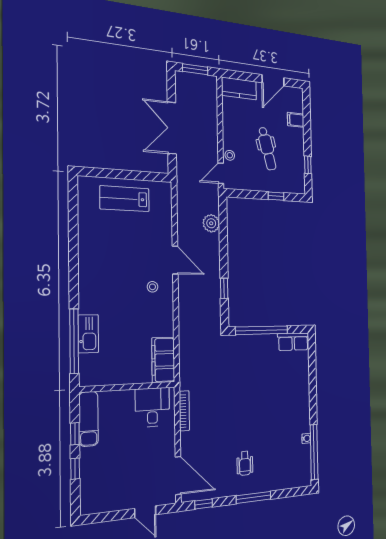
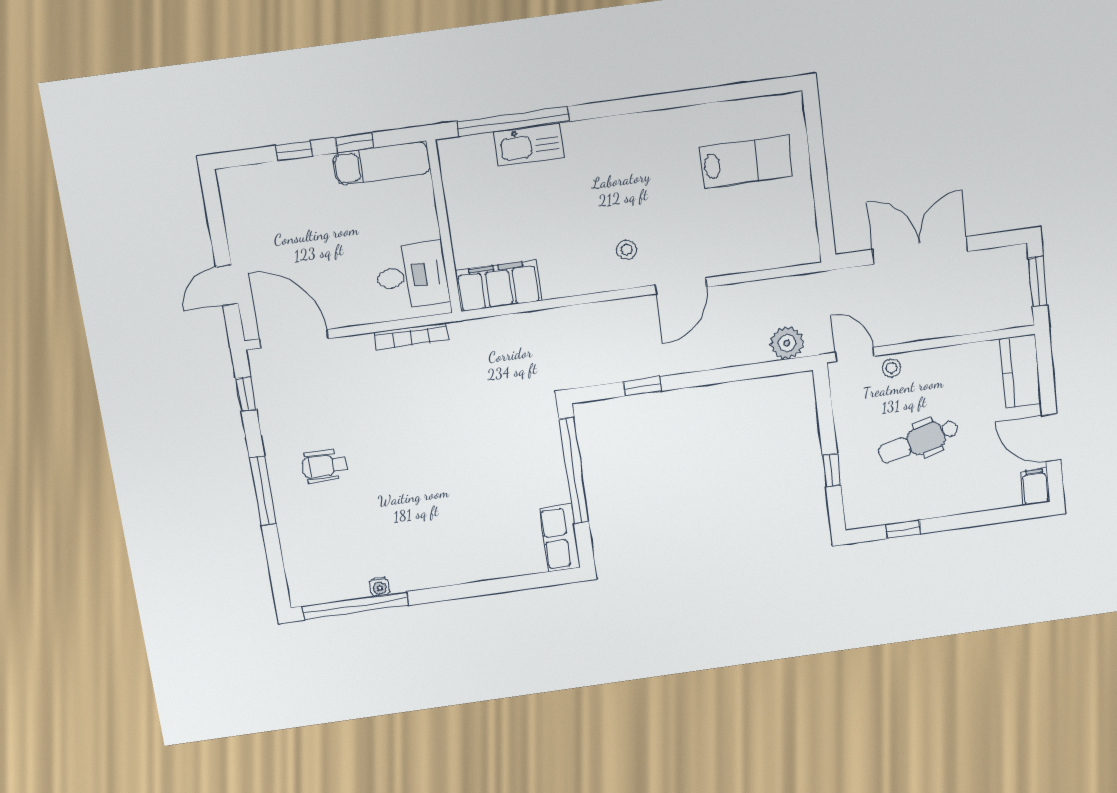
filing cabinet: (296, 120) -> (1035, 487), moved
lab bench: (125, 199) -> (746, 162), moved, turned 90
plant: (211, 223) -> (787, 343), moved
door: (178, 476) -> (294, 339), swing flipped

